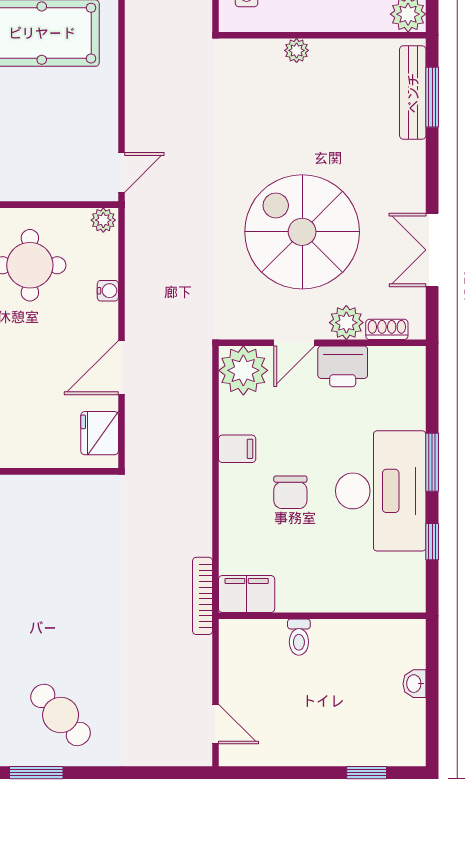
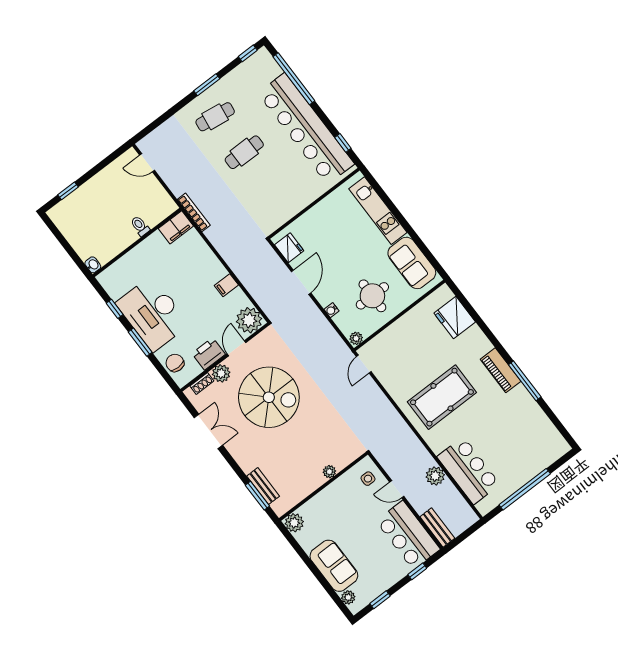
bench: (413, 93) -> (263, 486), width x0.73
chair: (290, 492) -> (175, 363), moved
cafe table: (58, 628) -> (244, 152), added
washbasin: (414, 684) -> (93, 265), moved
cafe table: (61, 715) -> (215, 117), turned -39

